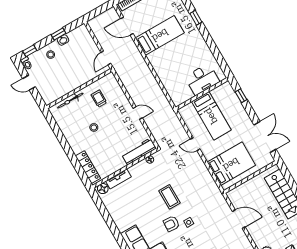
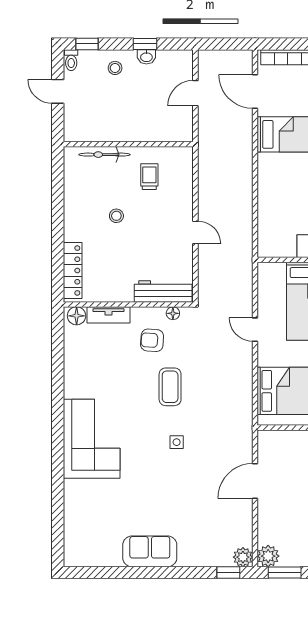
door: (106, 58) -> (195, 93), moved
door: (239, 219) -> (255, 481), swing flipped
armchair: (171, 224) -> (152, 340), moved

